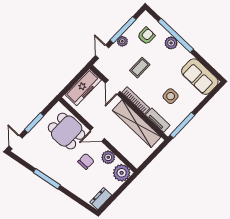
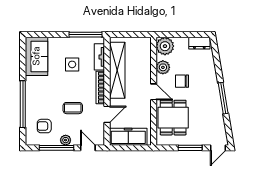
plant: (171, 43) -> (32, 102), removed
door: (102, 52) -> (88, 148), swing flipped

